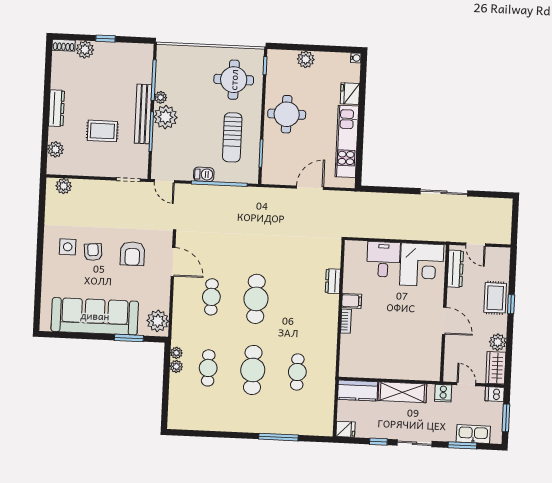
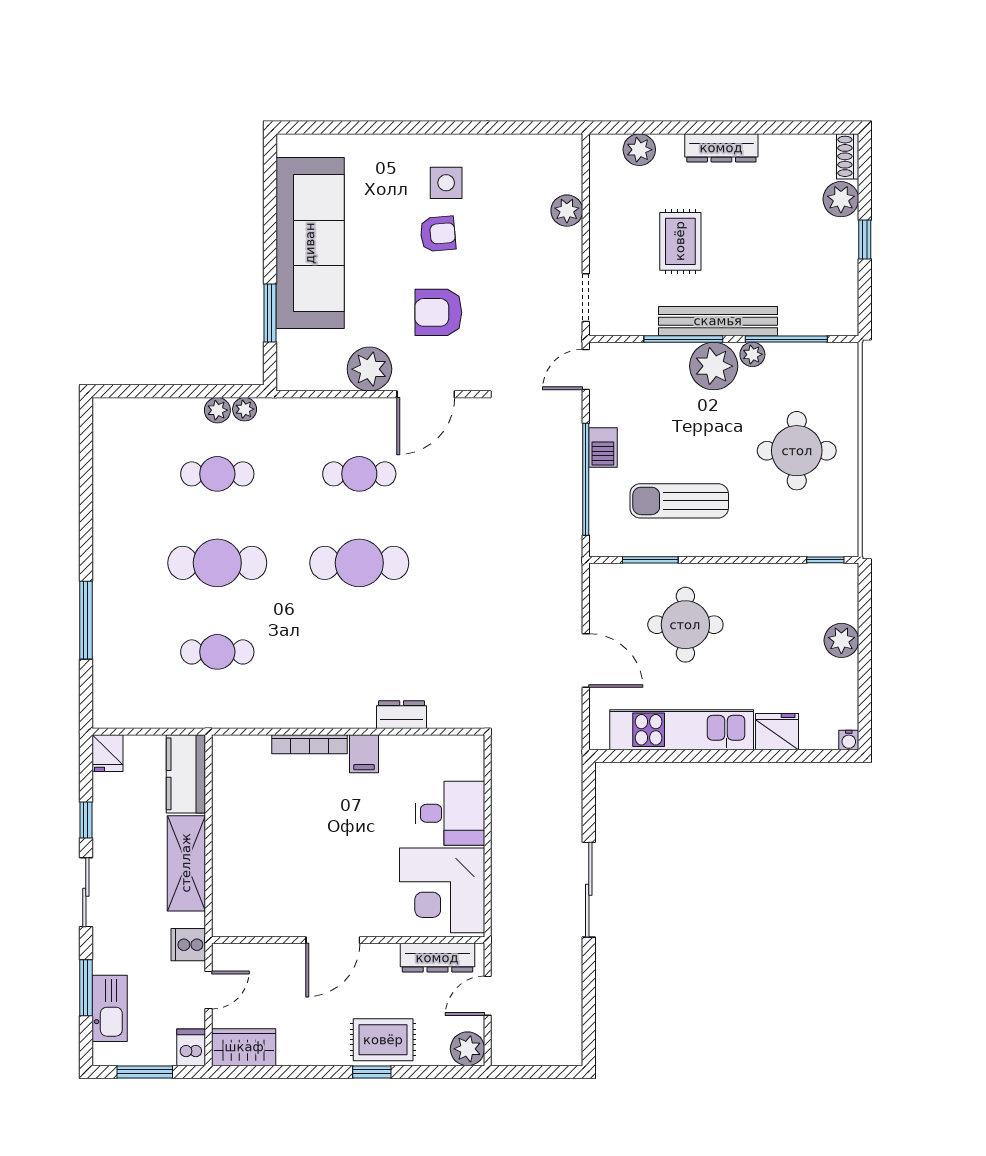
round table: (234, 80) -> (797, 451), moved
round table: (287, 114) -> (685, 625), moved
plant: (64, 186) -> (567, 211), moved
sliding door: (444, 192) -> (589, 890), moved
plant: (158, 321) -> (369, 369), moved
bookcase: (346, 321) -> (310, 744), width x1.56
plant: (498, 342) -> (468, 1049), moved

